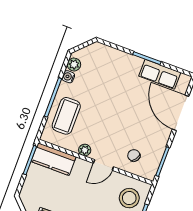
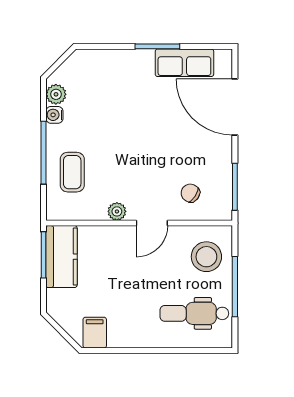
coffee table: (66, 116) -> (72, 172), width x0.73, depth x0.77
kitchen counter: (54, 159) -> (61, 257), moved, turned -90

